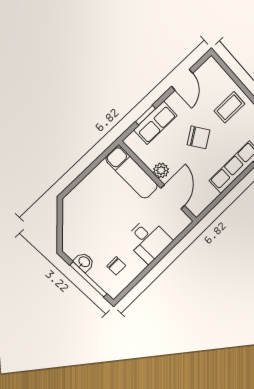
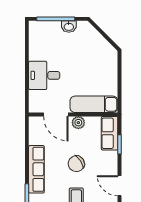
row of seats: (155, 123) -> (110, 133), moved
chair: (116, 266) -> (48, 42), removed

